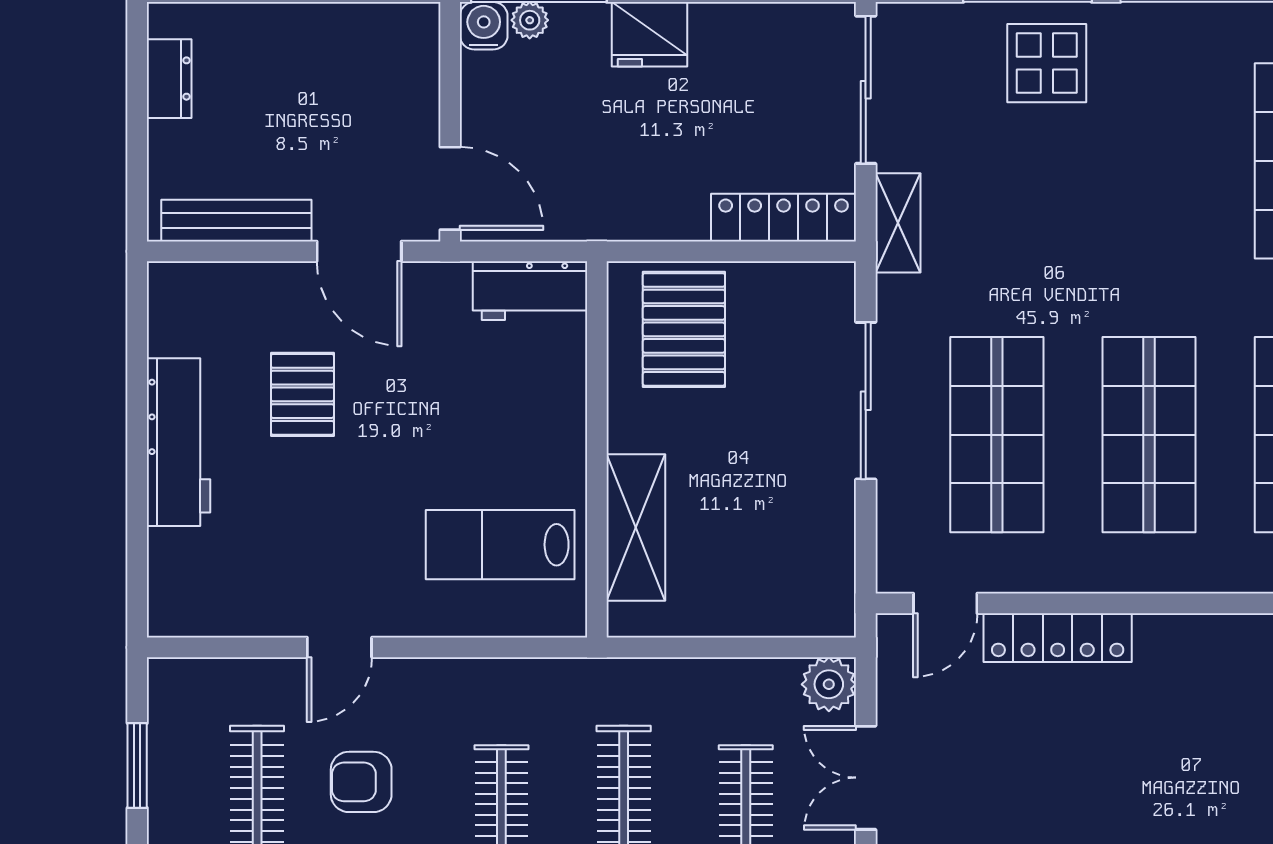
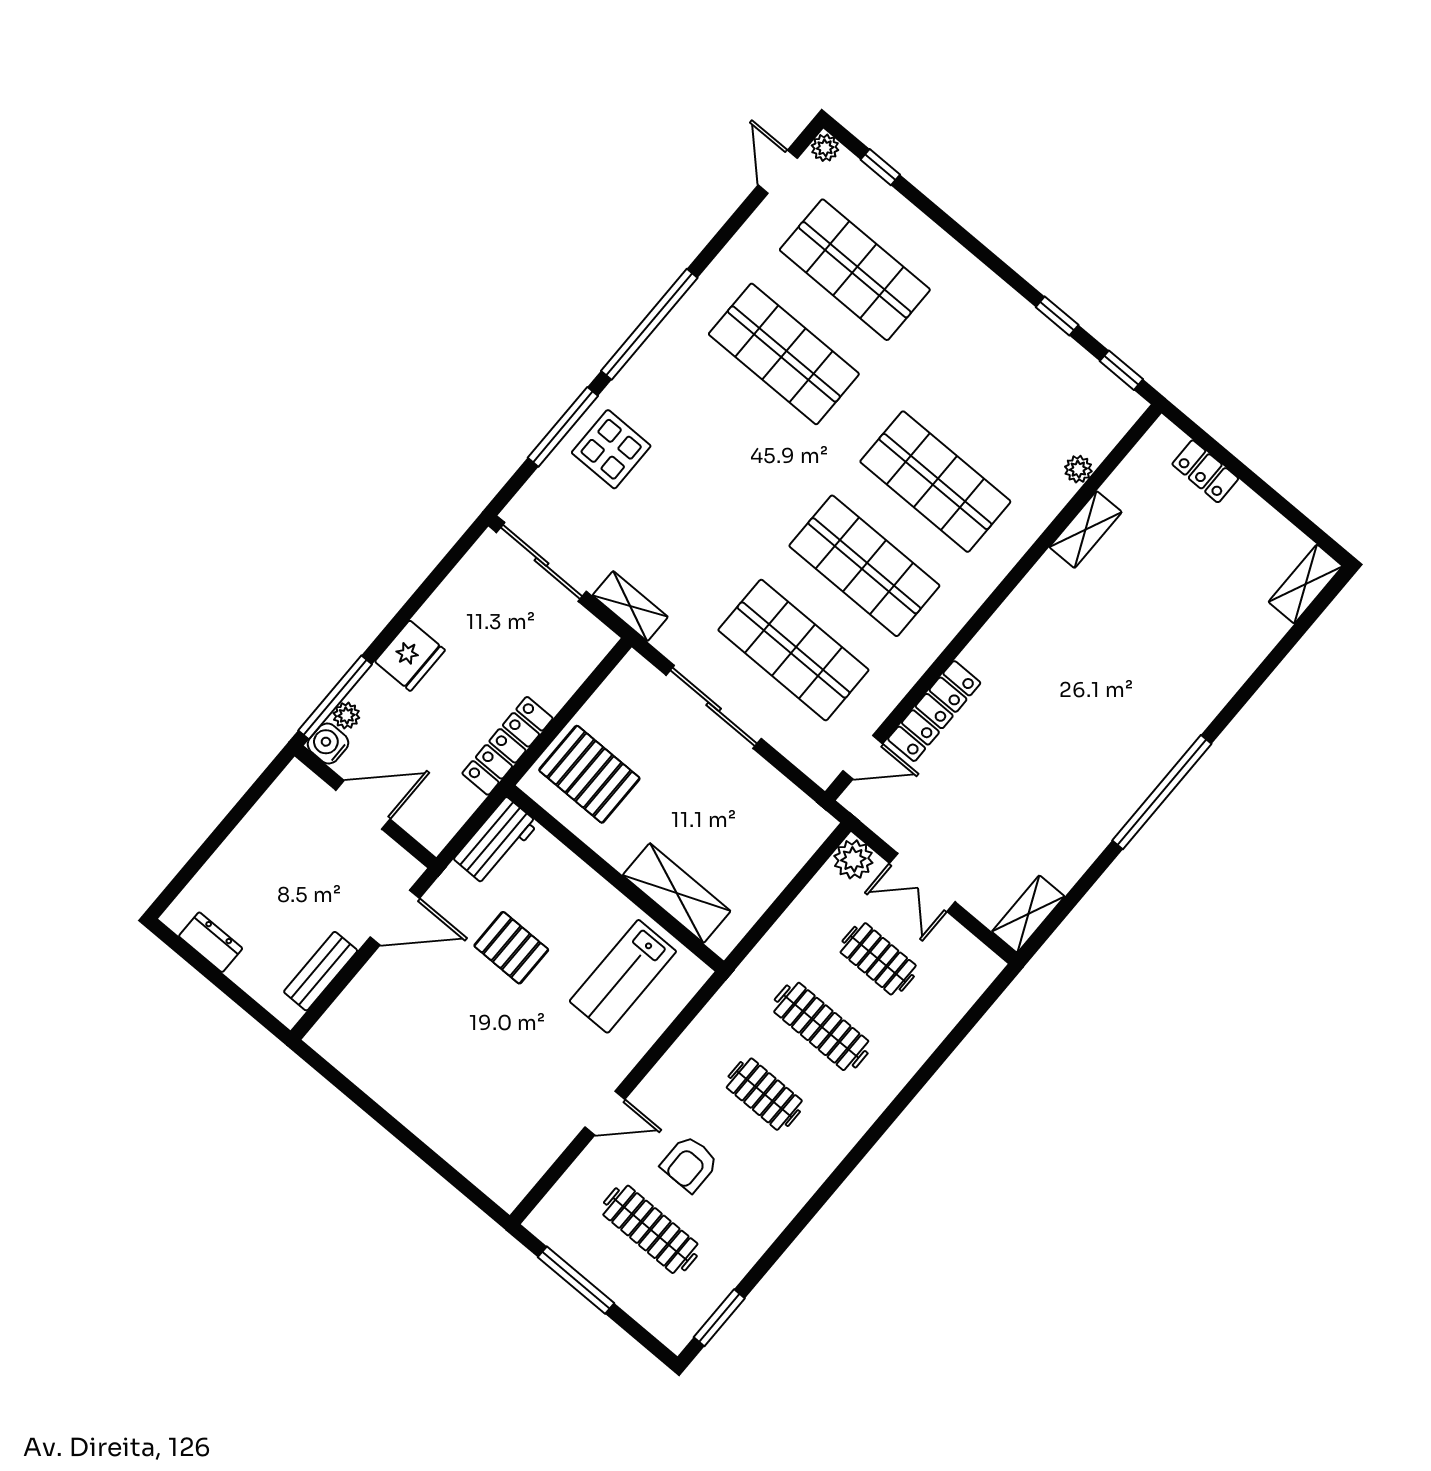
door: (450, 188) -> (363, 805), moved
locker: (784, 218) -> (507, 746), moved
bench: (236, 221) -> (321, 971), width x0.73
pallet: (302, 394) -> (511, 948), moved
workbench: (179, 442) -> (416, 1106), removed
door: (945, 603) -> (863, 757), hinge flipped
door: (339, 647) -> (605, 1113), hinge flipped
window: (137, 766) -> (576, 1280), width x1.44

